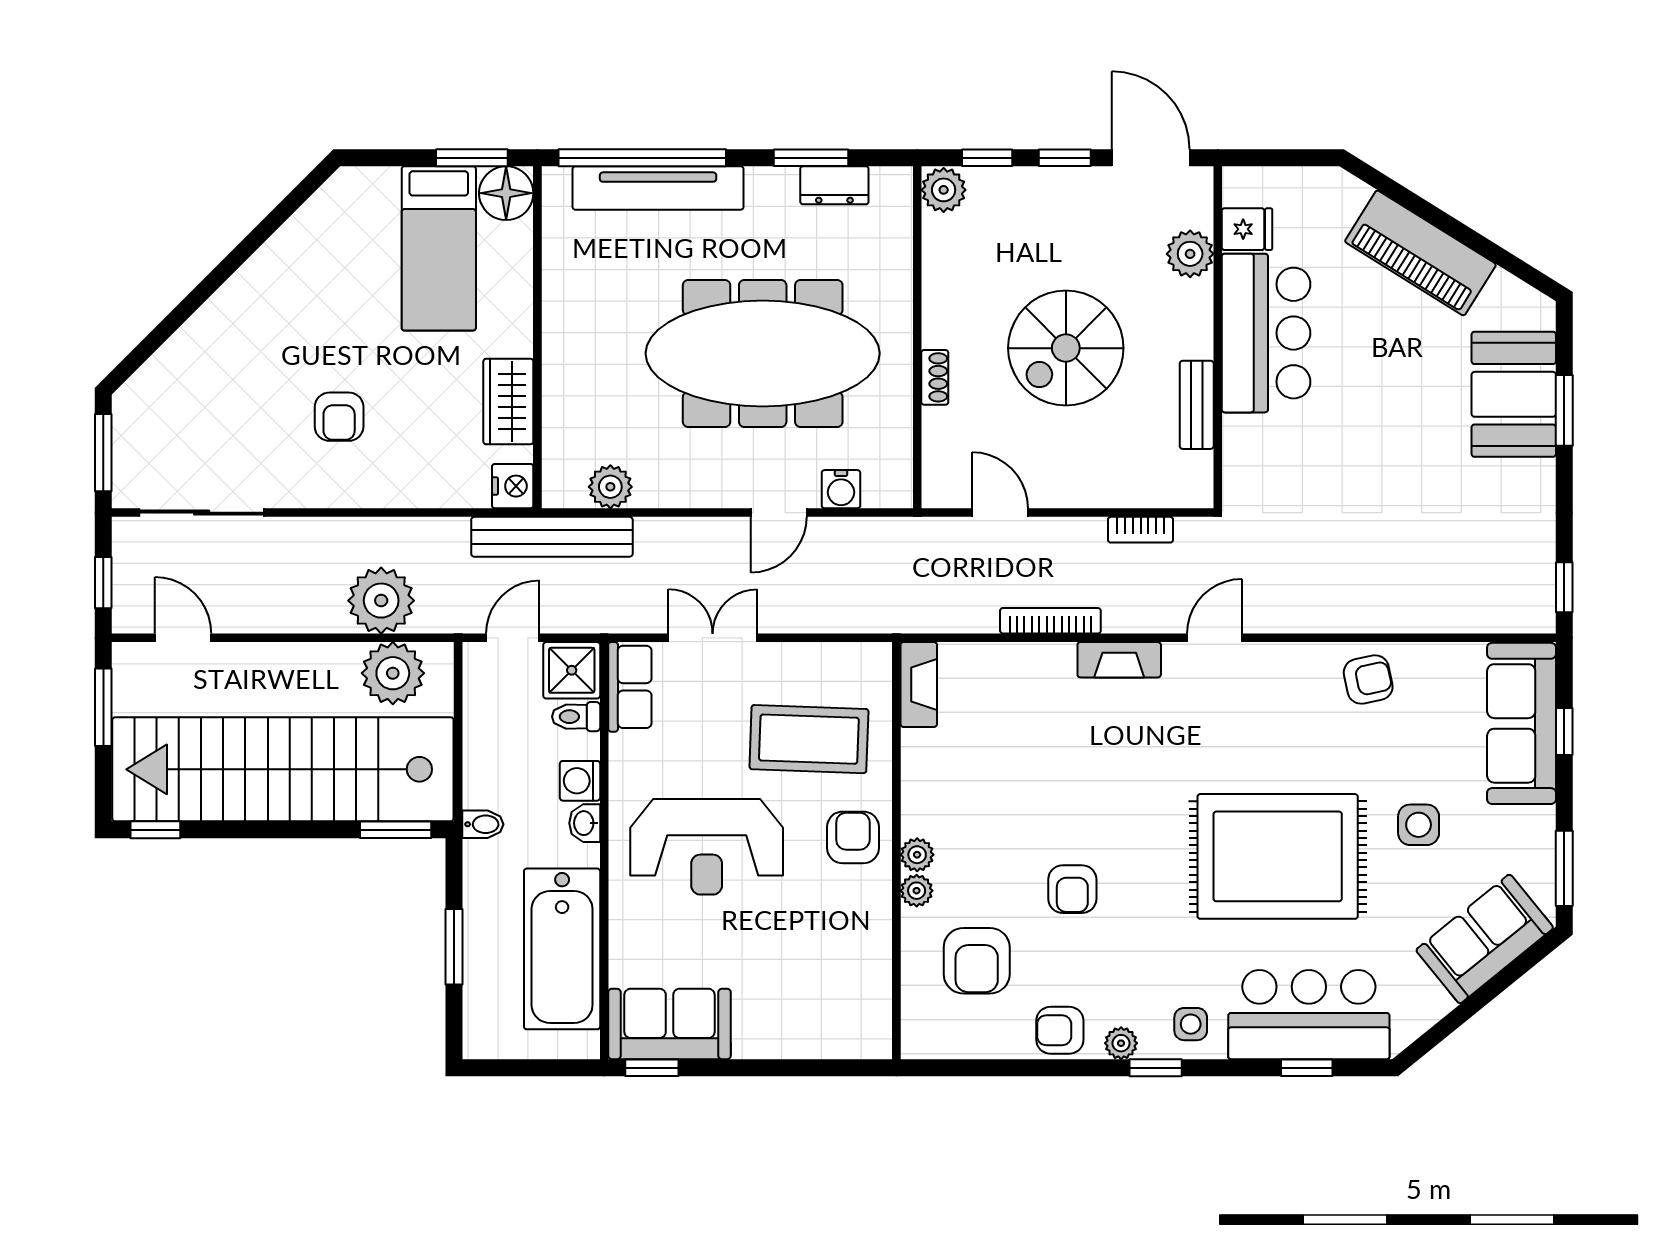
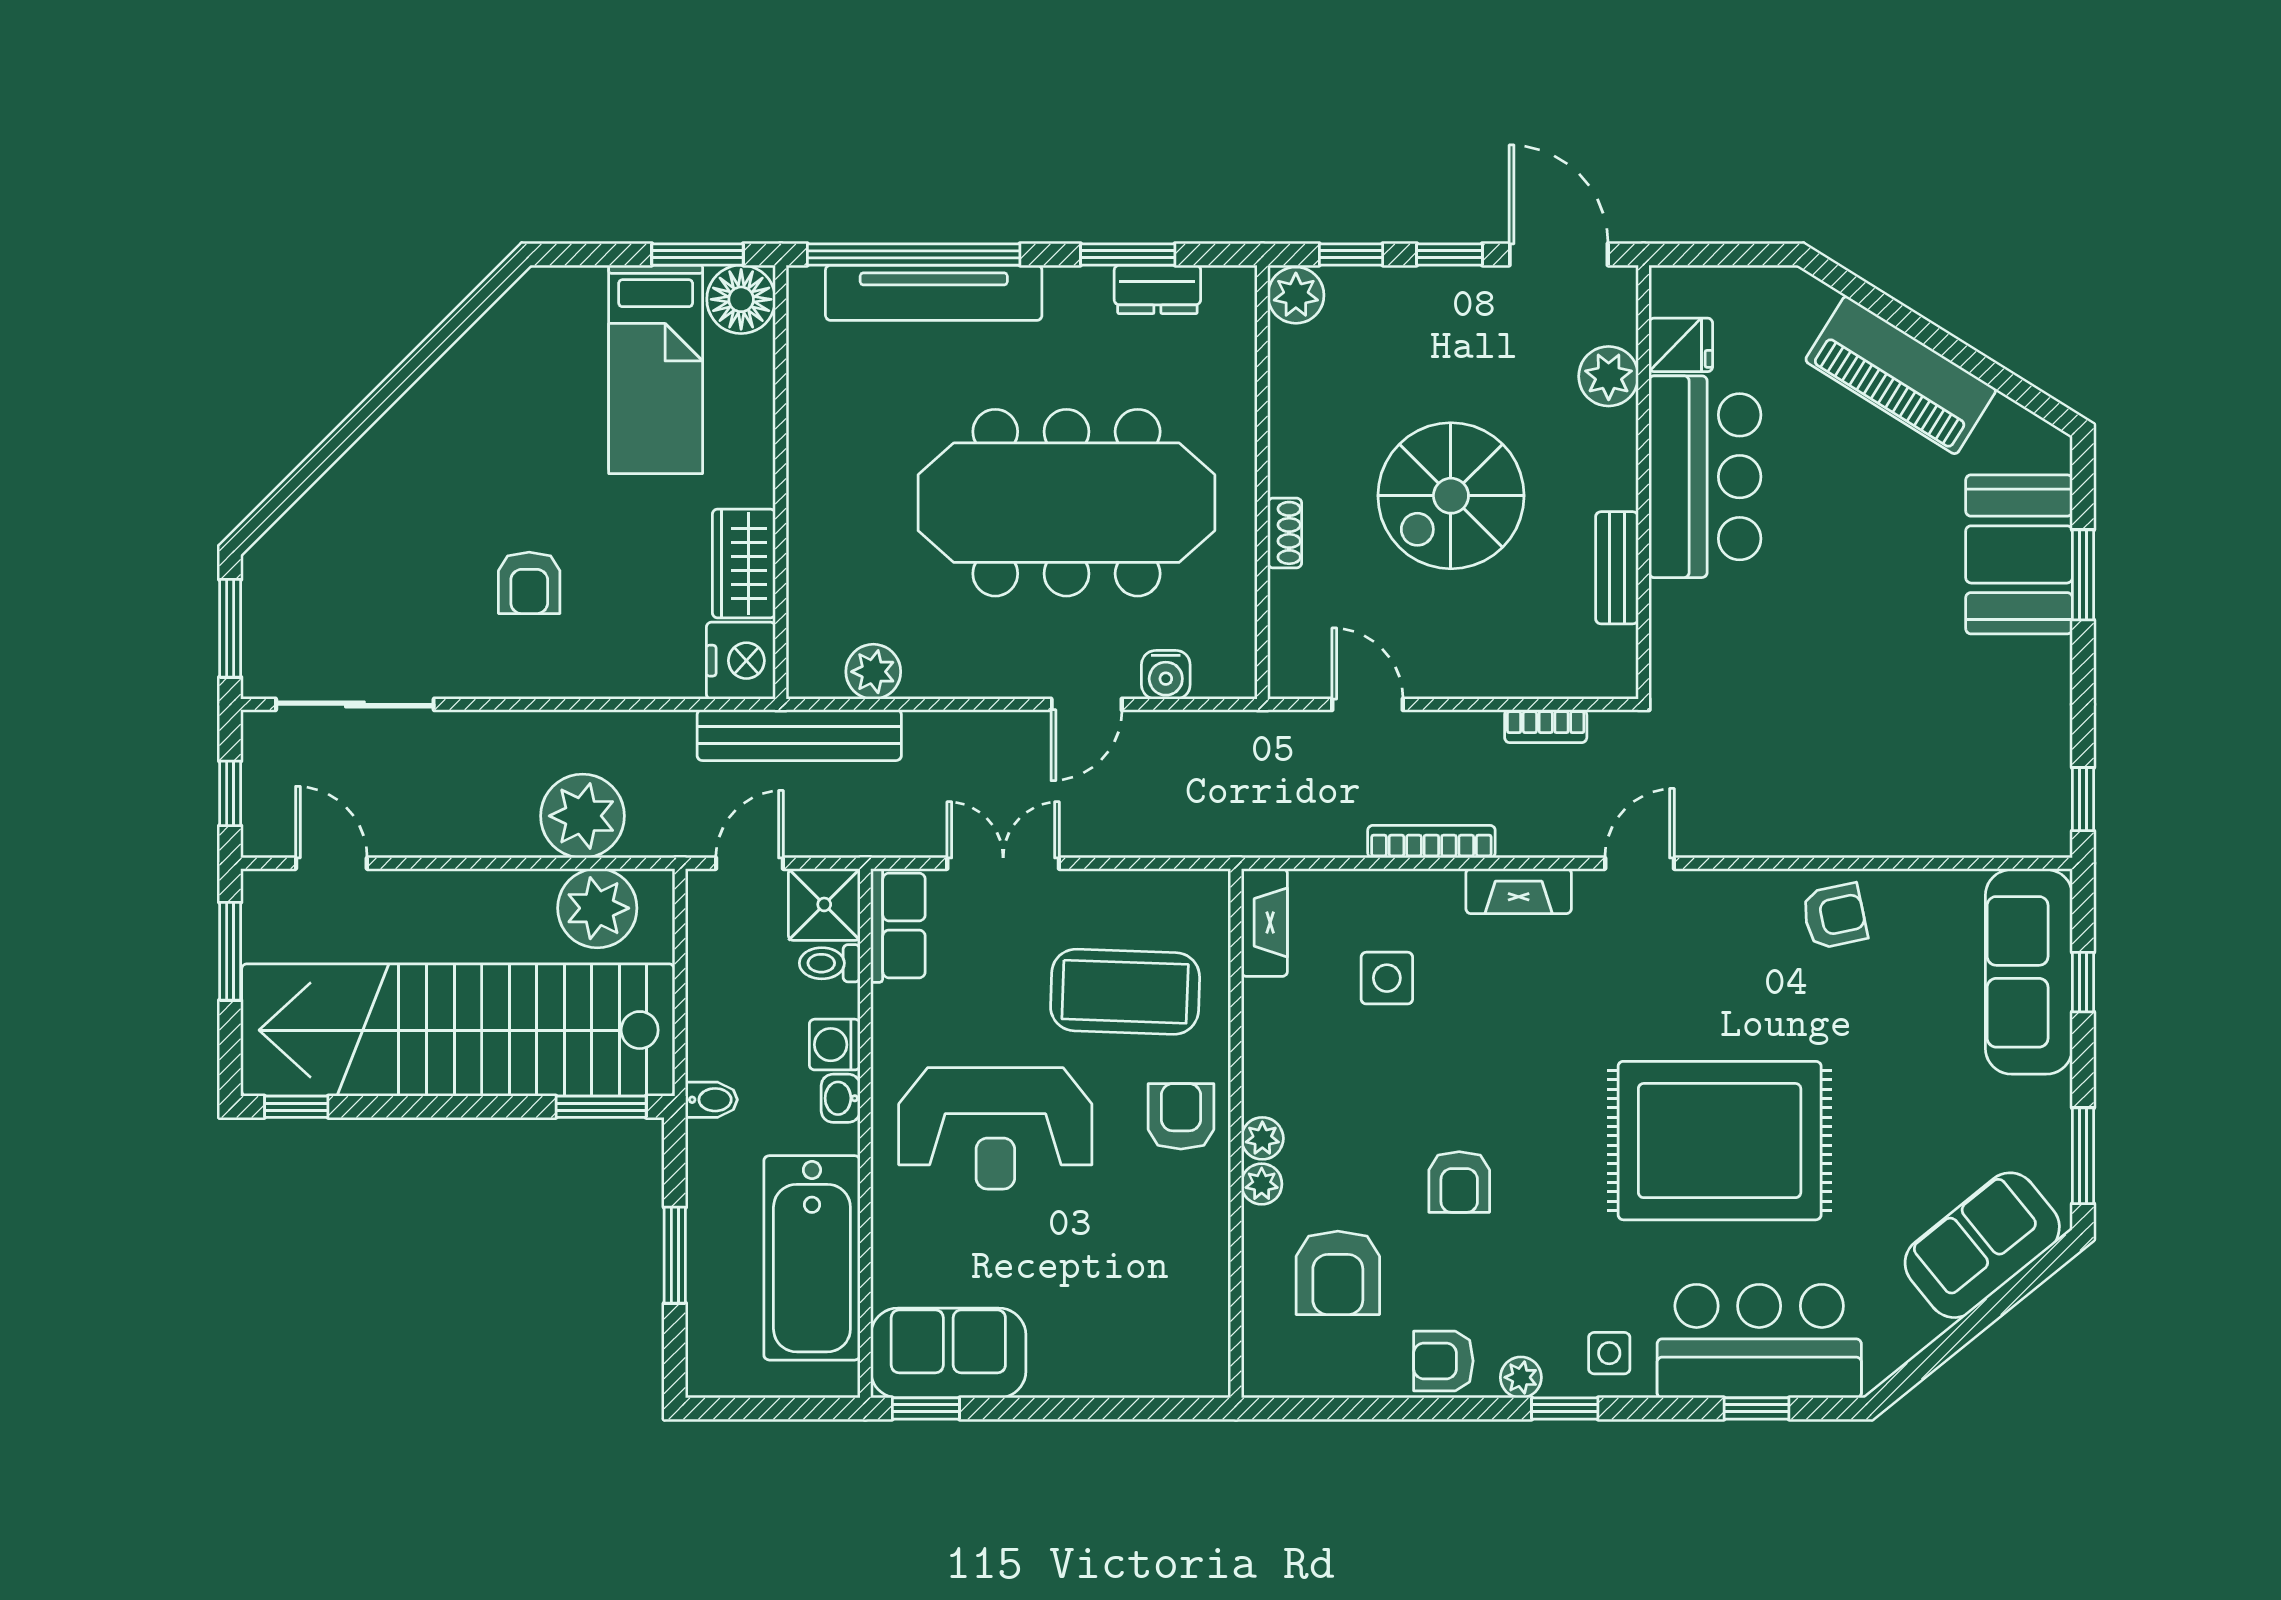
nightstand: (513, 486) -> (741, 661), width x1.36, depth x1.33
side table: (1419, 825) -> (1387, 978), moved

